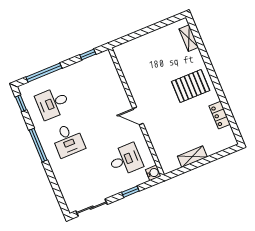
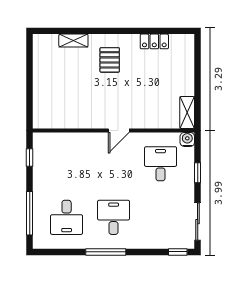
shelving: (189, 38) -> (73, 41), moved
pallet: (191, 86) -> (110, 60), width x0.67, depth x0.71
window: (21, 103) -> (178, 252), moved
desk: (68, 140) -> (114, 217), turned -90
shelving: (192, 157) -> (187, 112), moved

